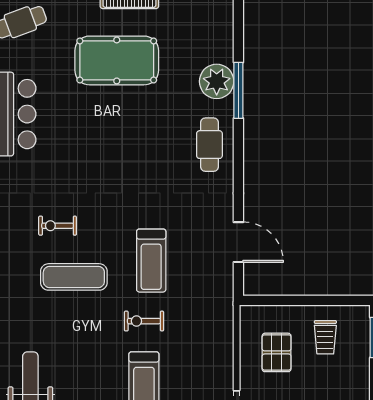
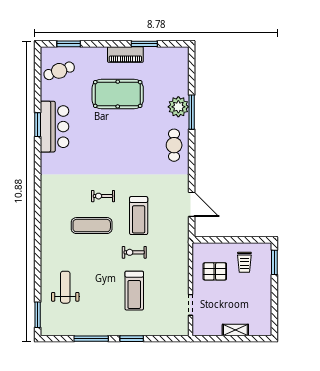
exercise bike: (58, 226) -> (103, 196), moved
pallet: (277, 352) -> (215, 271), turned 90

